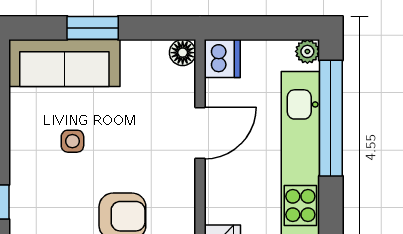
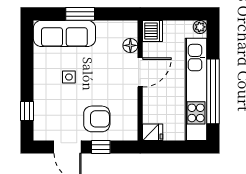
floor lamp: (183, 53) -> (130, 45), moved
window: (331, 118) -> (213, 91), moved

